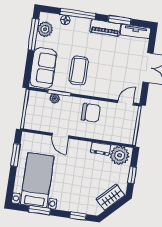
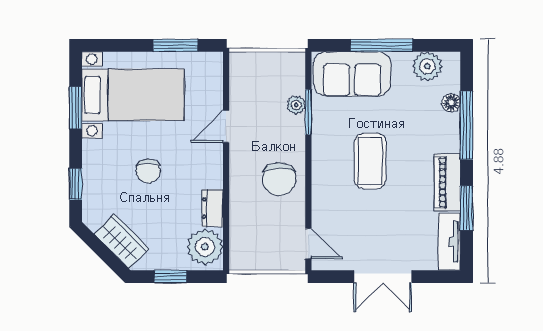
window: (33, 34) -> (381, 45), moved
coffee table: (79, 71) -> (370, 161), moved, turned 90
chair: (77, 178) -> (148, 171), added

